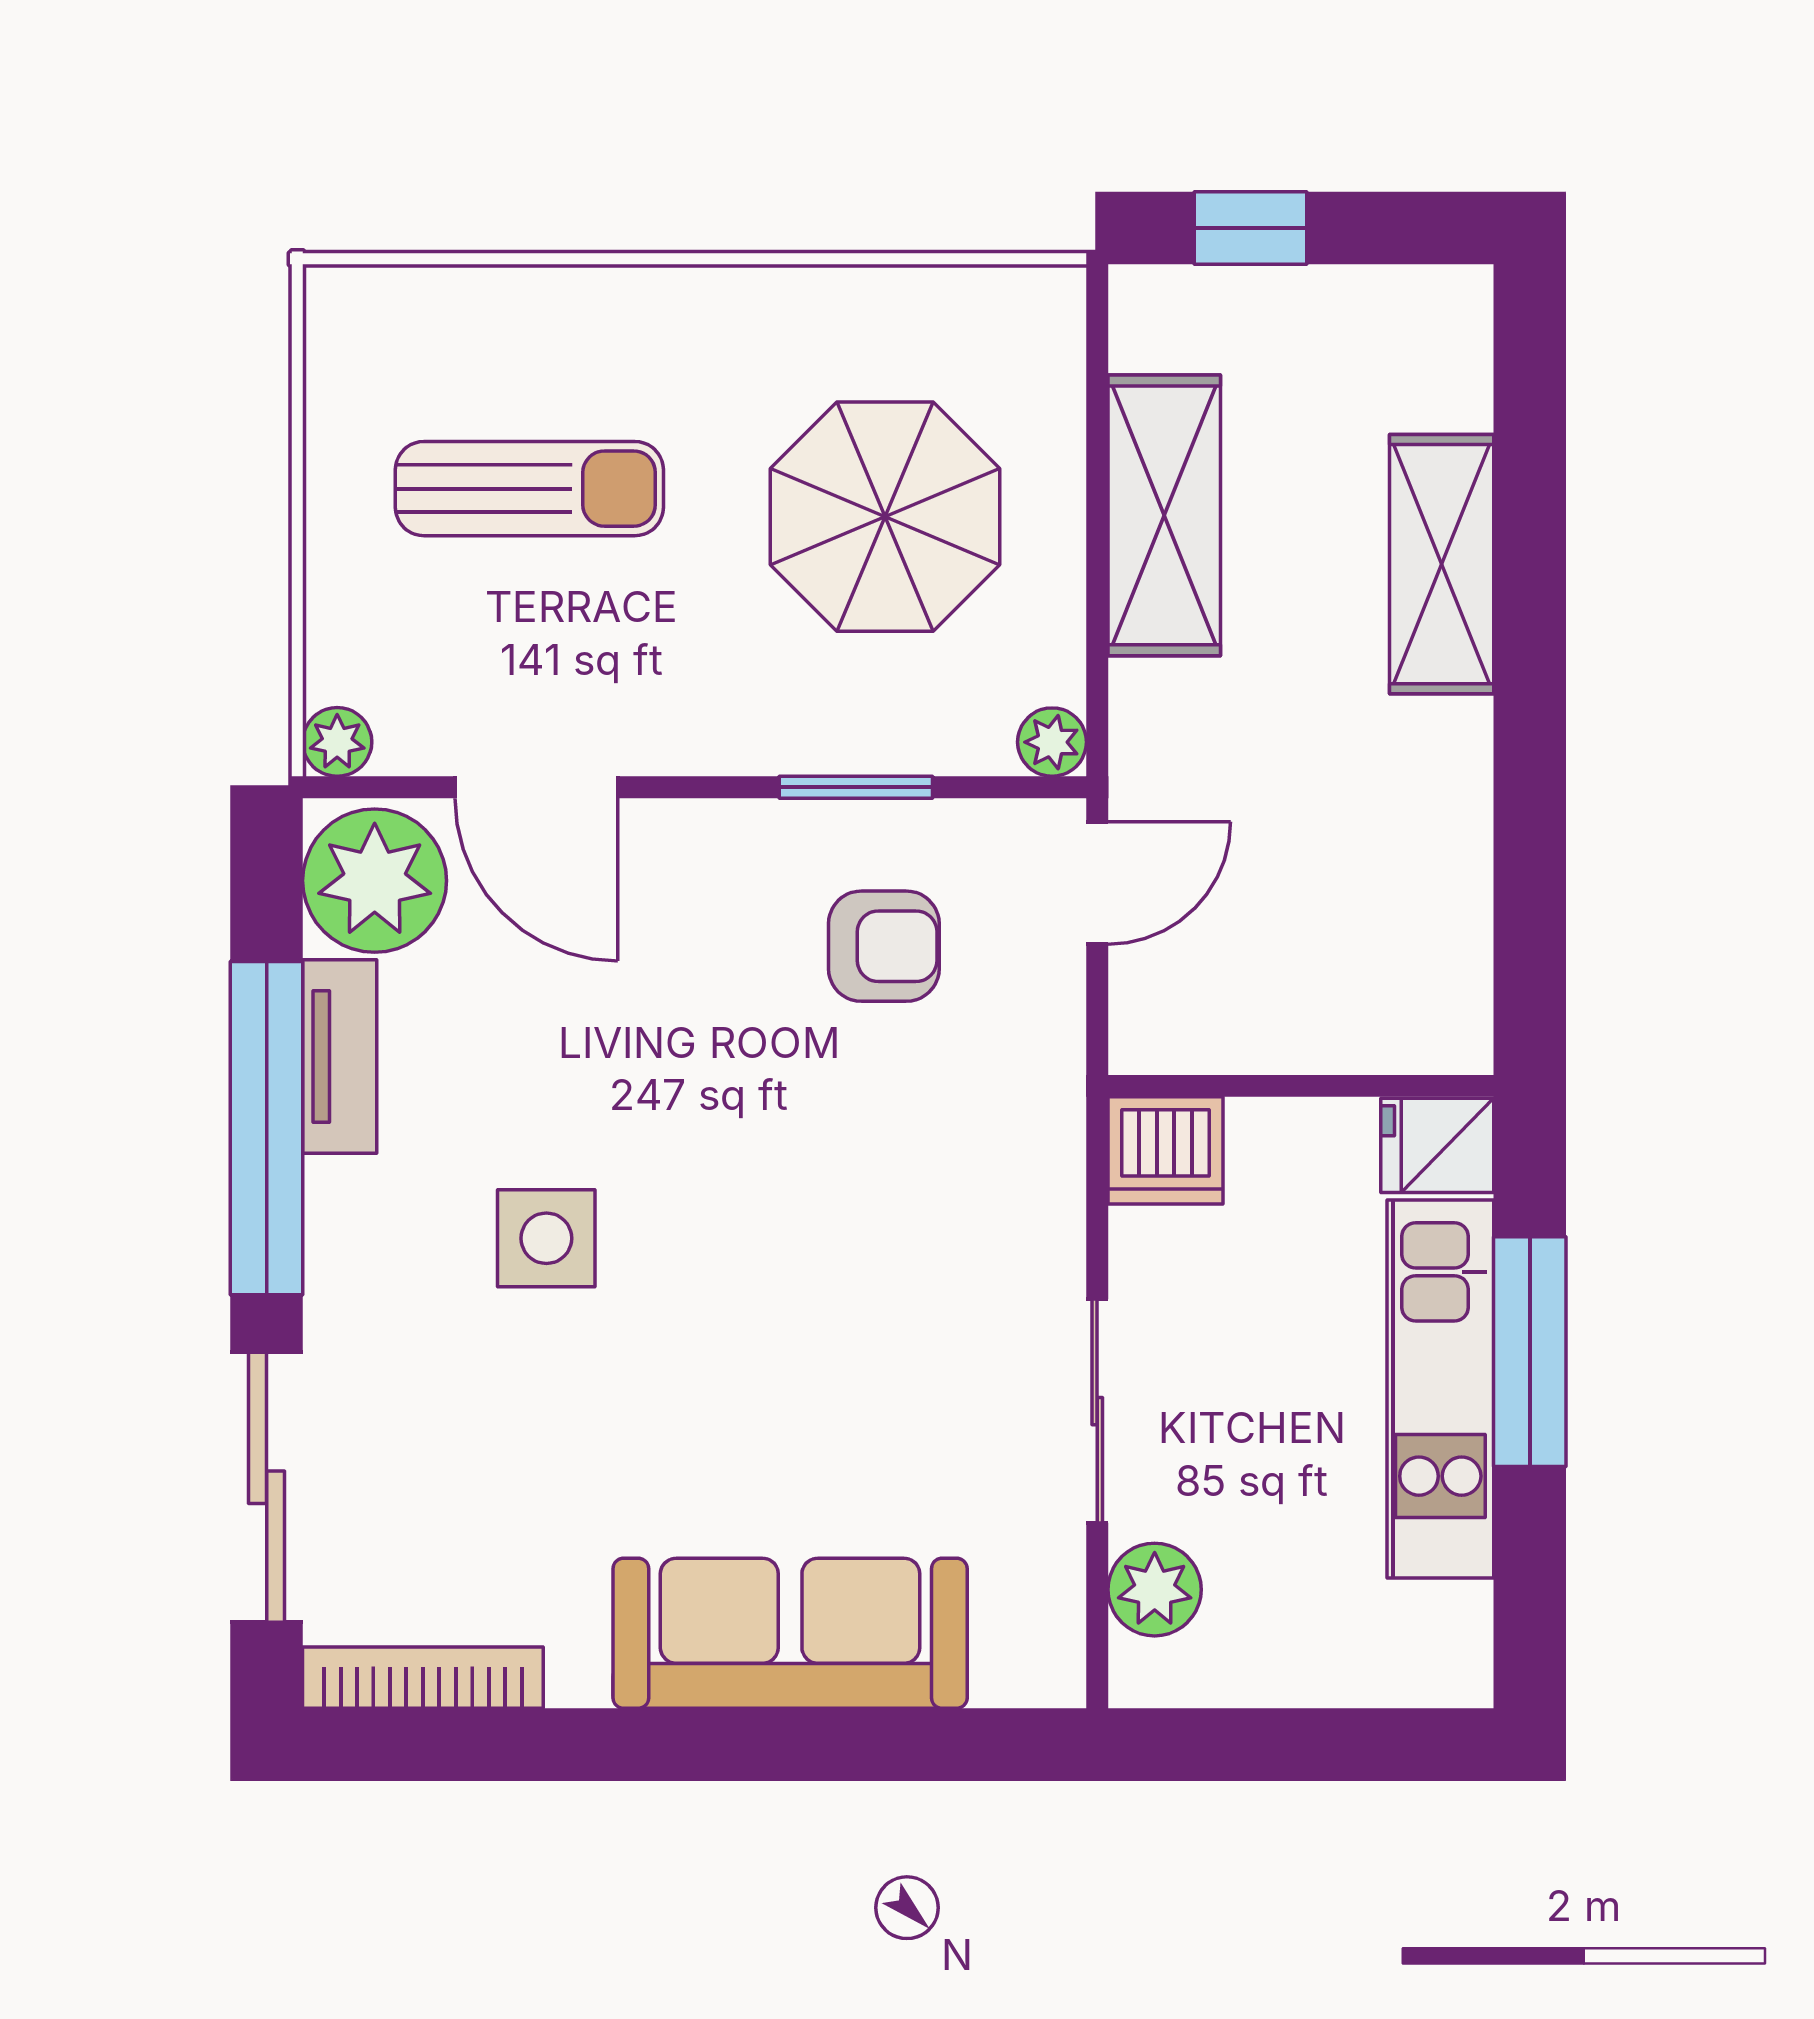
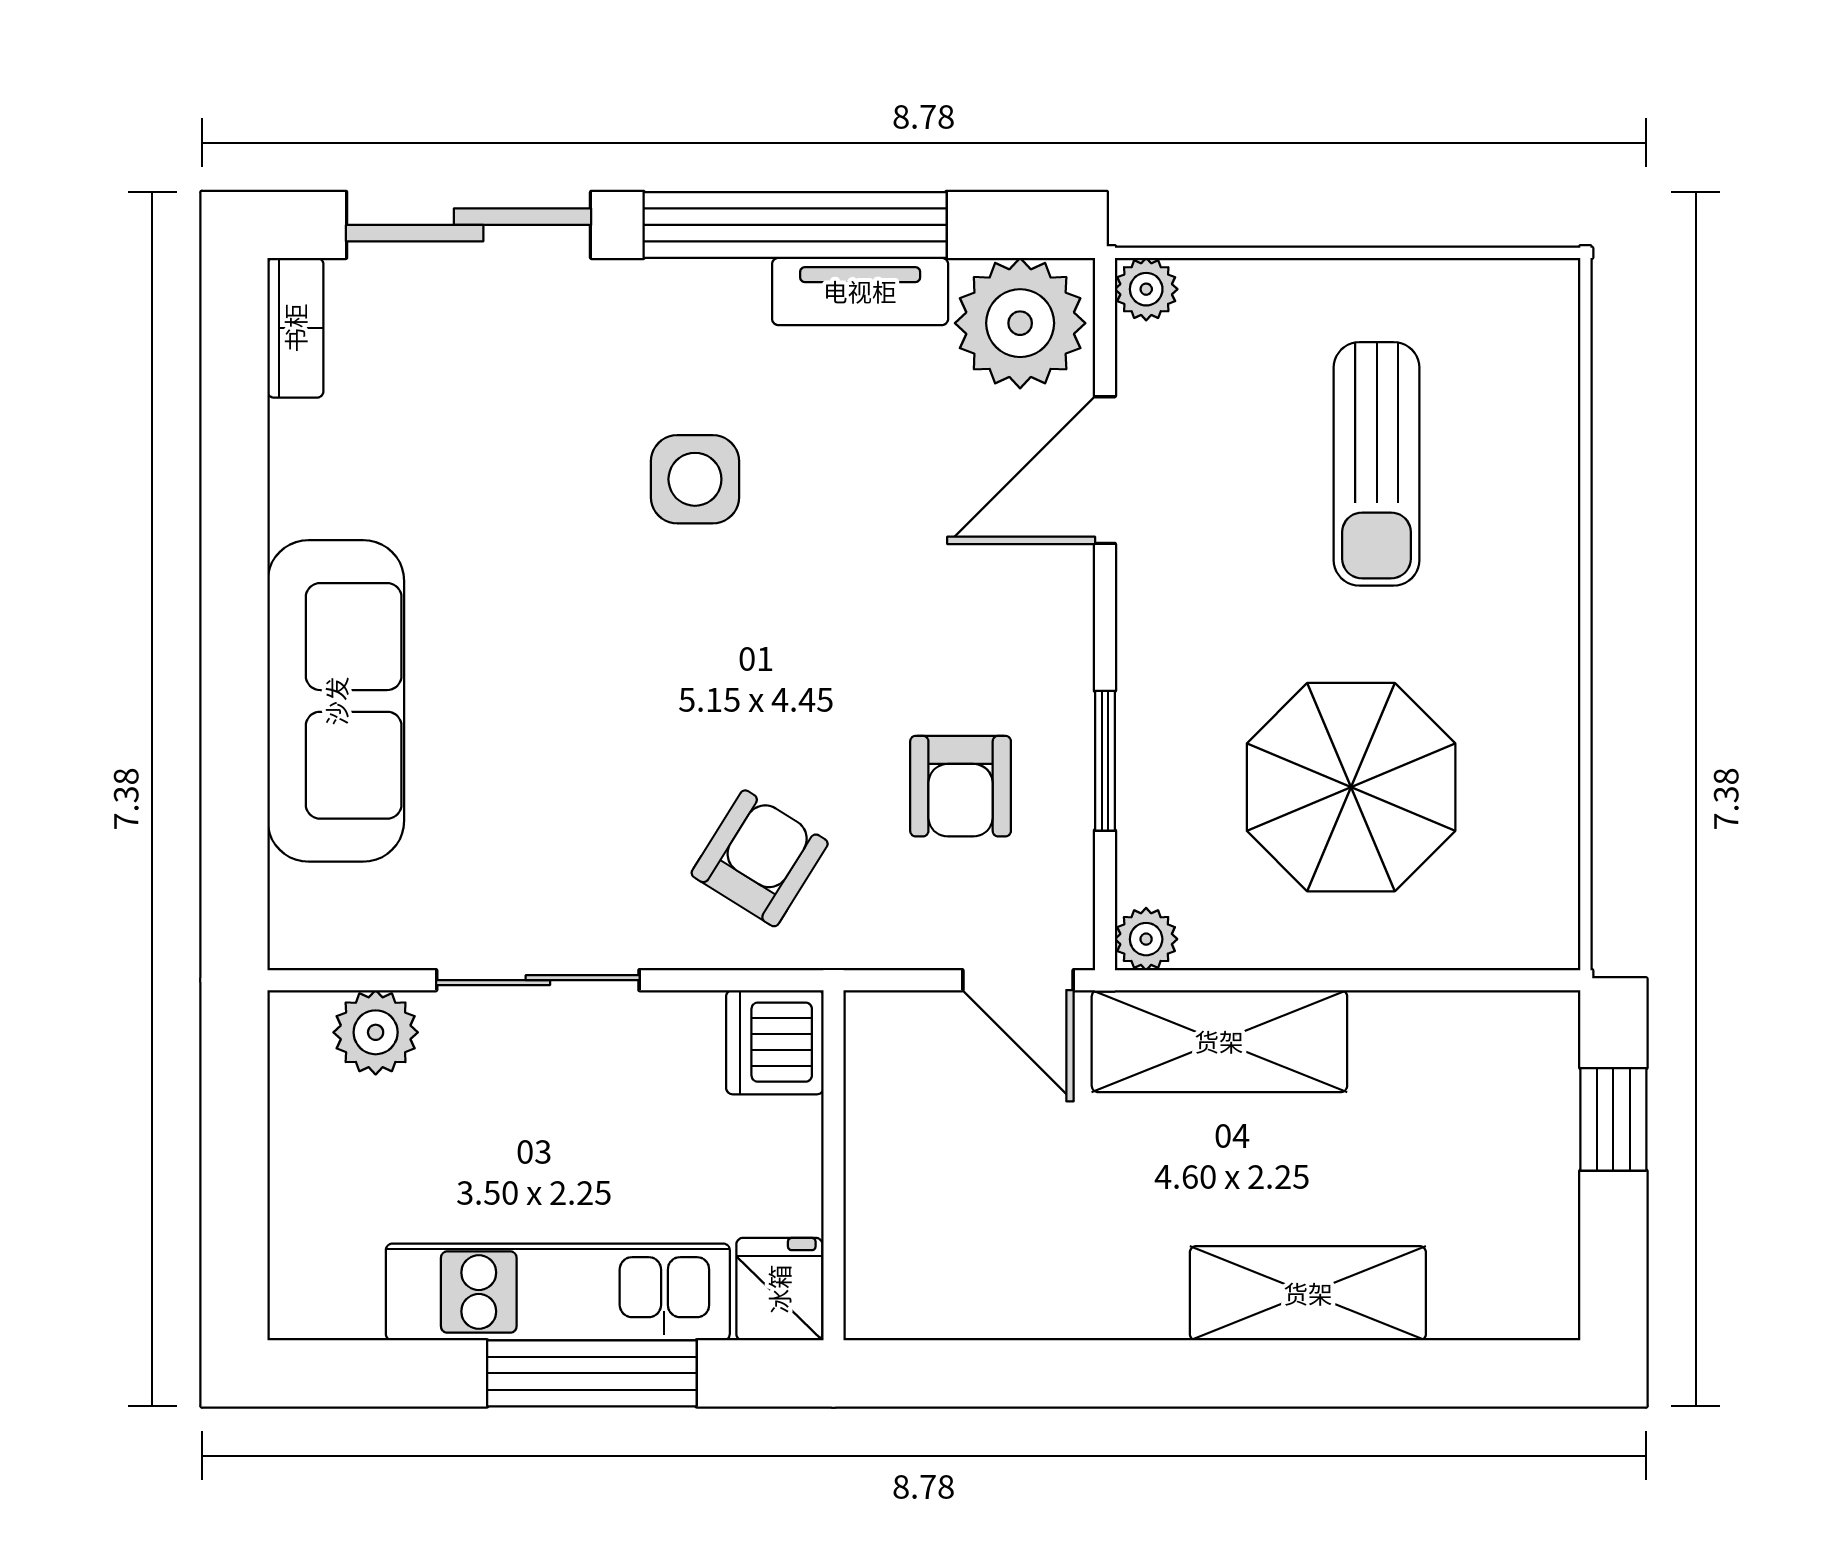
shelving: (1164, 515) -> (1219, 1041), moved
armchair: (963, 1167) -> (760, 858), added
bookcase: (423, 1678) -> (295, 328), width x0.64

